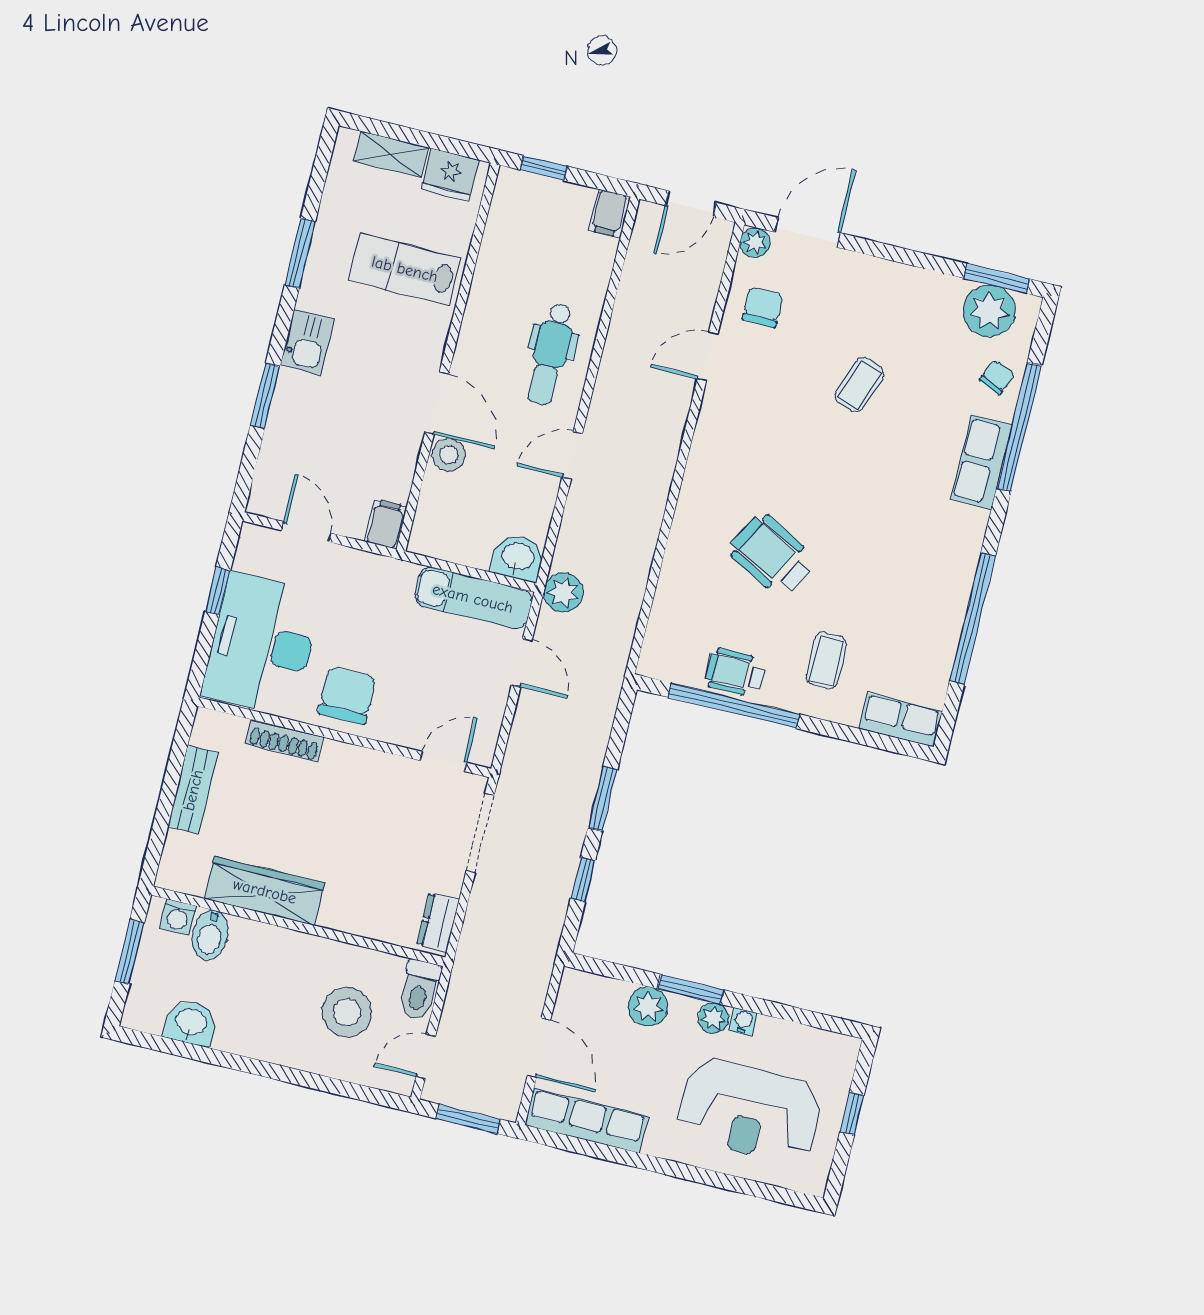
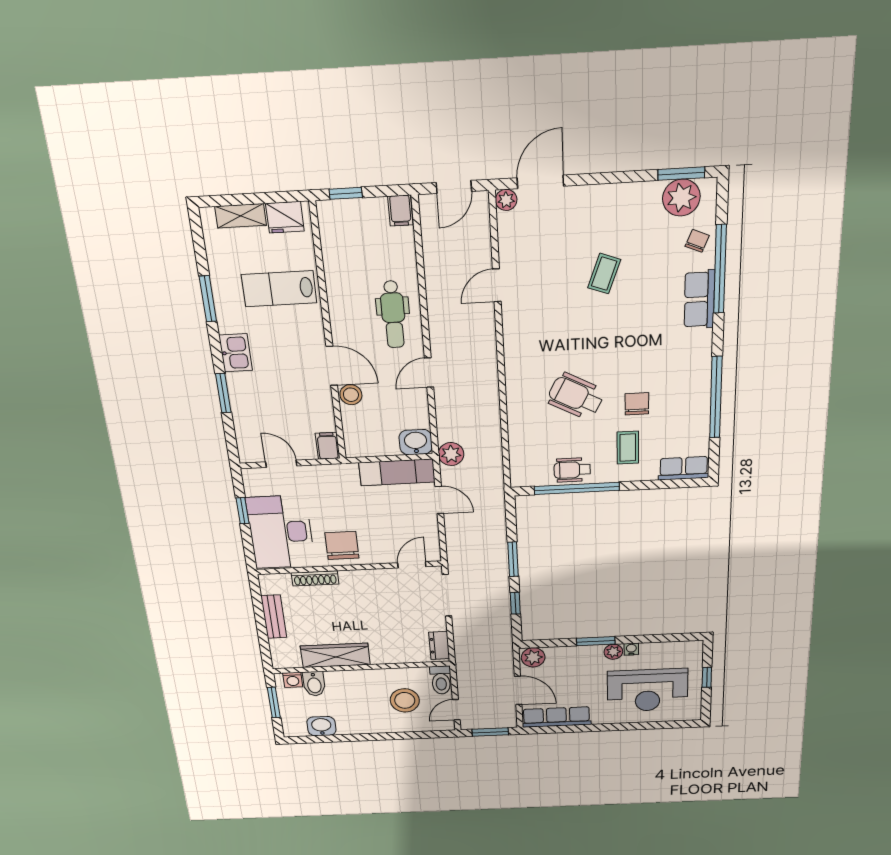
chair: (763, 307) -> (637, 404), moved
plant: (648, 1007) -> (533, 657), moved

